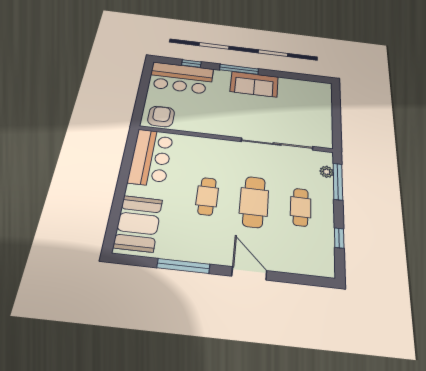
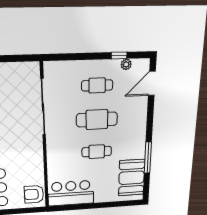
plant: (327, 172) -> (126, 64), moved
window: (338, 182) -> (71, 57), removed
booth: (138, 223) -> (132, 178), moved, turned 90
door: (249, 273) -> (152, 83), moved

